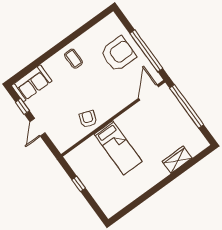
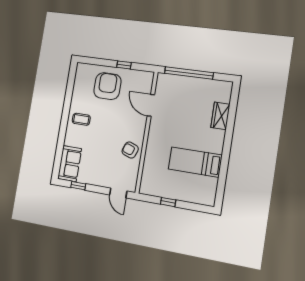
window: (146, 51) -> (124, 65), width x0.32
door: (149, 93) -> (151, 105), moved
door: (38, 127) -> (118, 193), moved
bed: (118, 148) -> (195, 162), moved, turned 180

